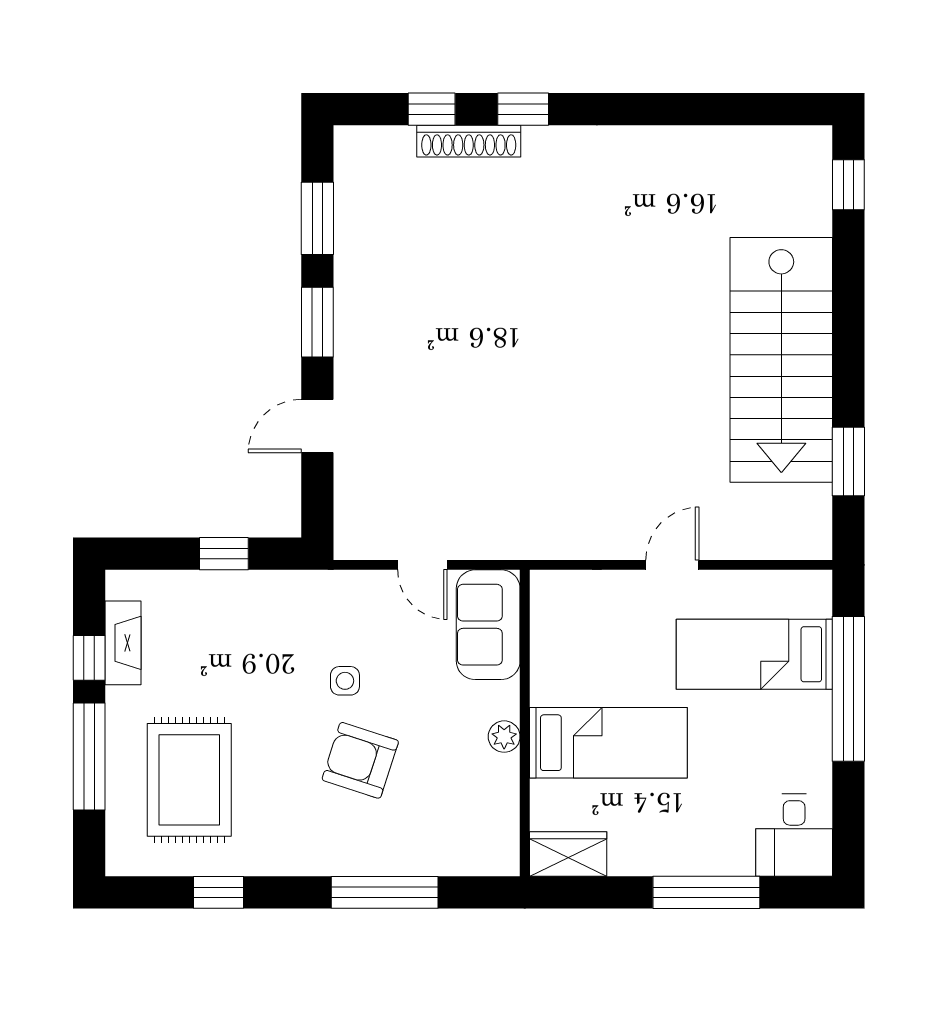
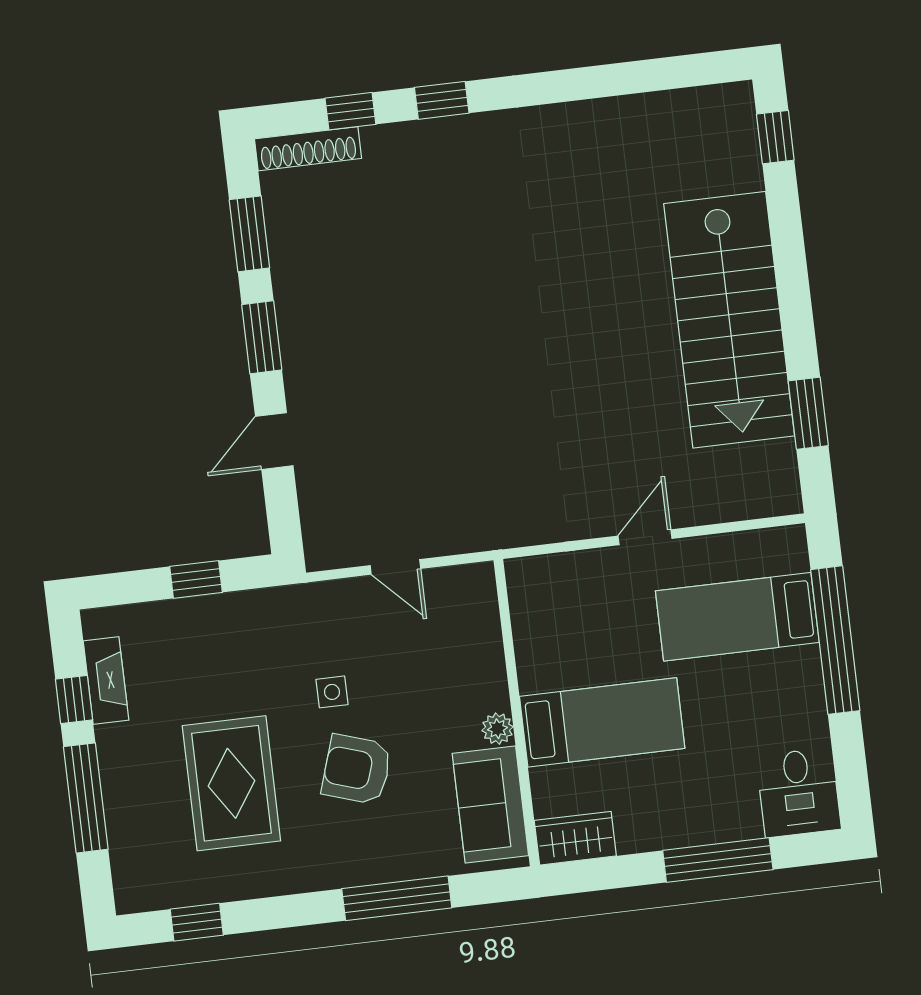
shoe rack: (469, 141) -> (308, 149), moved
sofa: (488, 625) -> (490, 804), moved
rug: (189, 780) -> (231, 783), moved
window: (218, 892) -> (197, 922), moved

